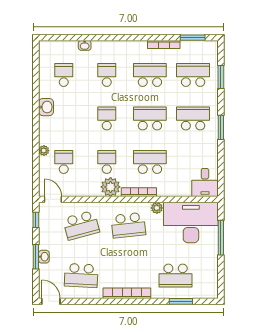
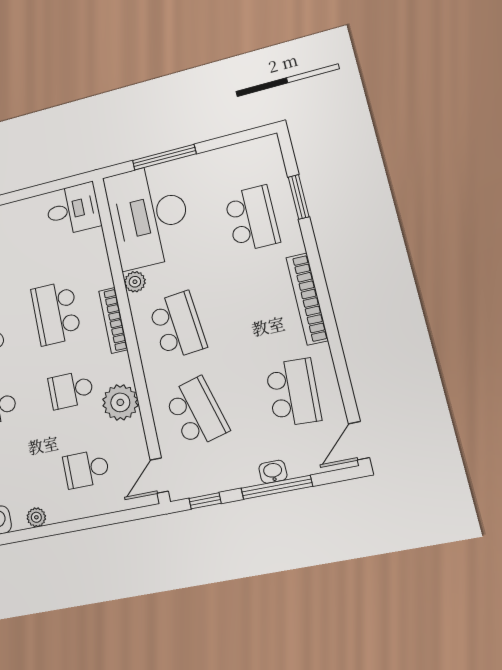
plant: (44, 151) -> (36, 517), moved
plant: (111, 187) -> (120, 402), moved
window: (36, 257) -> (277, 487), width x1.44

